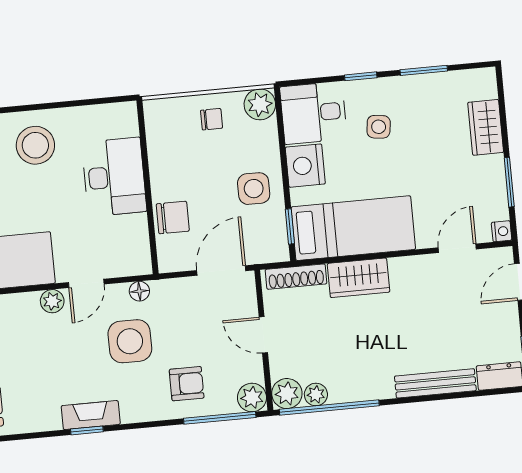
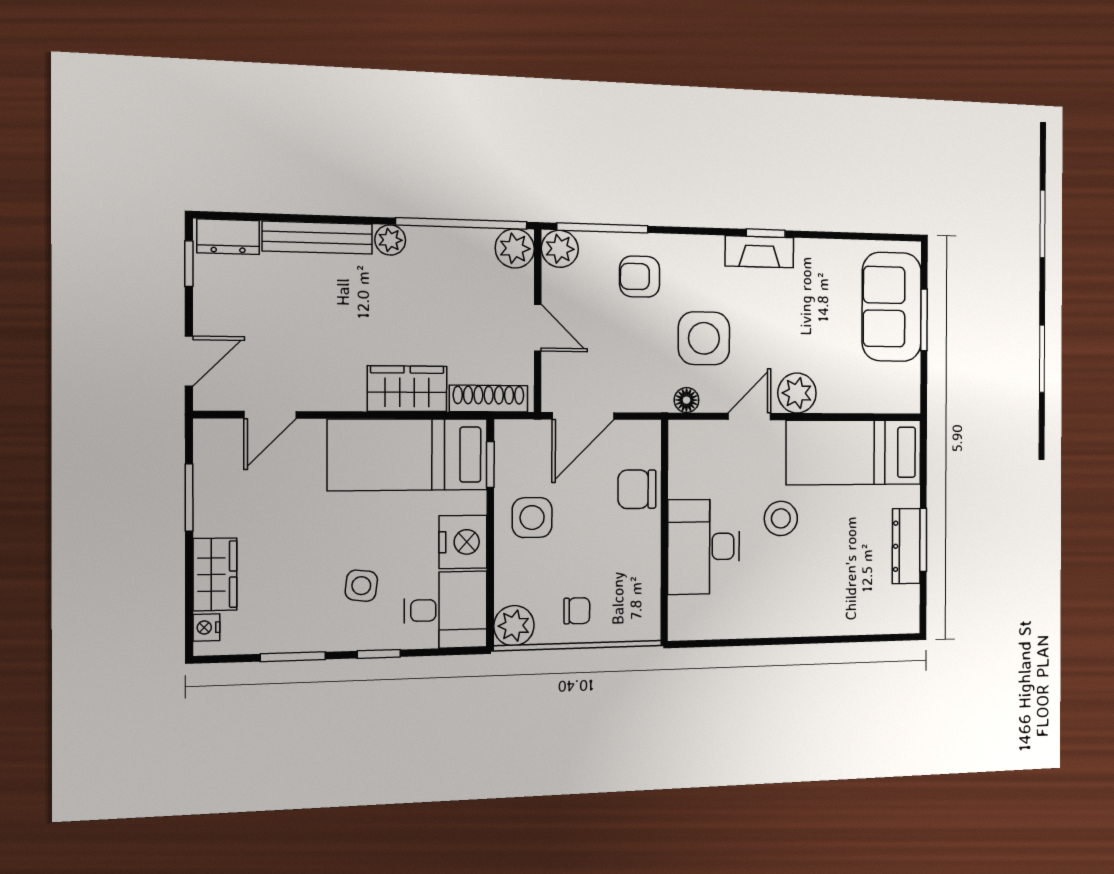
chair: (212, 119) -> (577, 611), turned 180
stool: (35, 145) -> (781, 518), moved, width x0.73, depth x0.73
nightstand: (502, 231) -> (206, 627), moved
plant: (52, 301) -> (797, 393), width x1.38, depth x1.38
plant: (316, 394) -> (390, 240), moved

